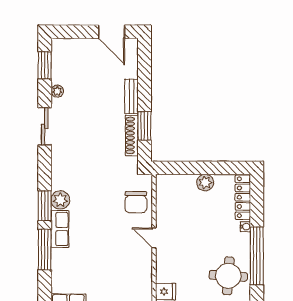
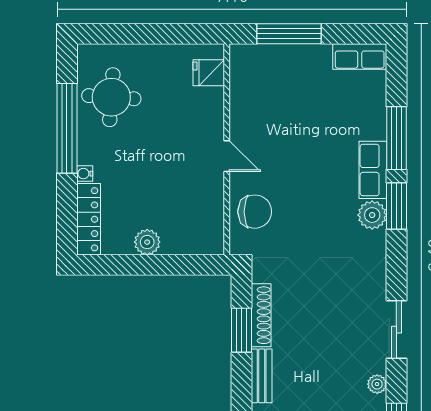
chair: (136, 202) -> (255, 212), turned 90

